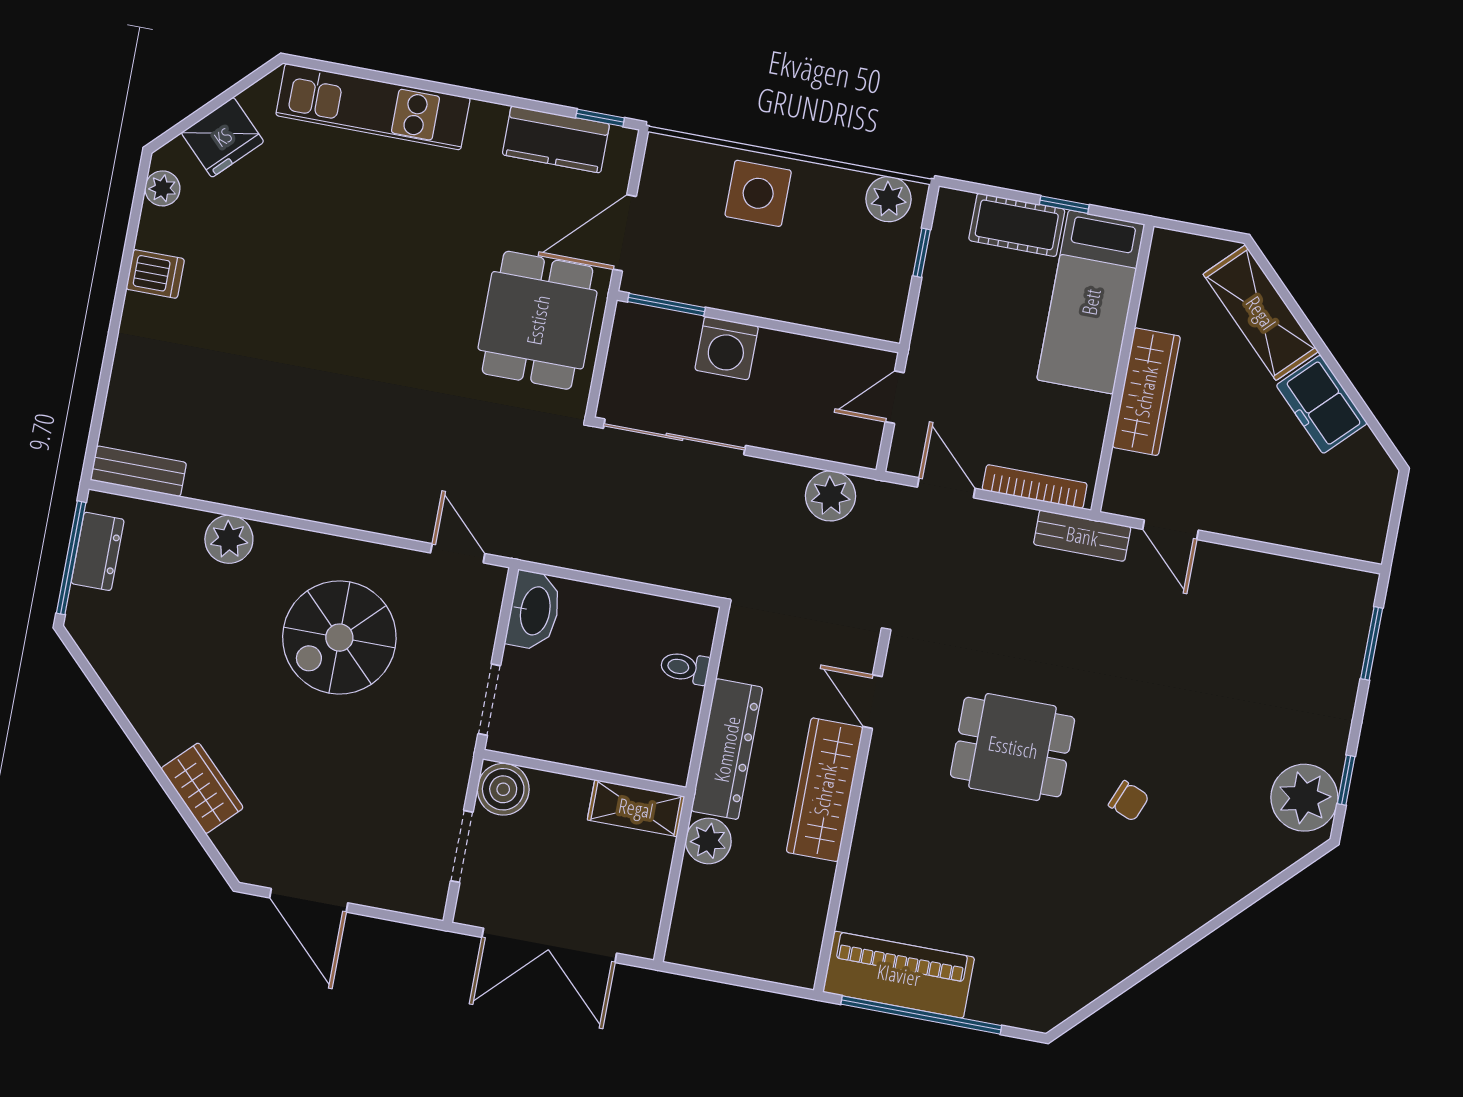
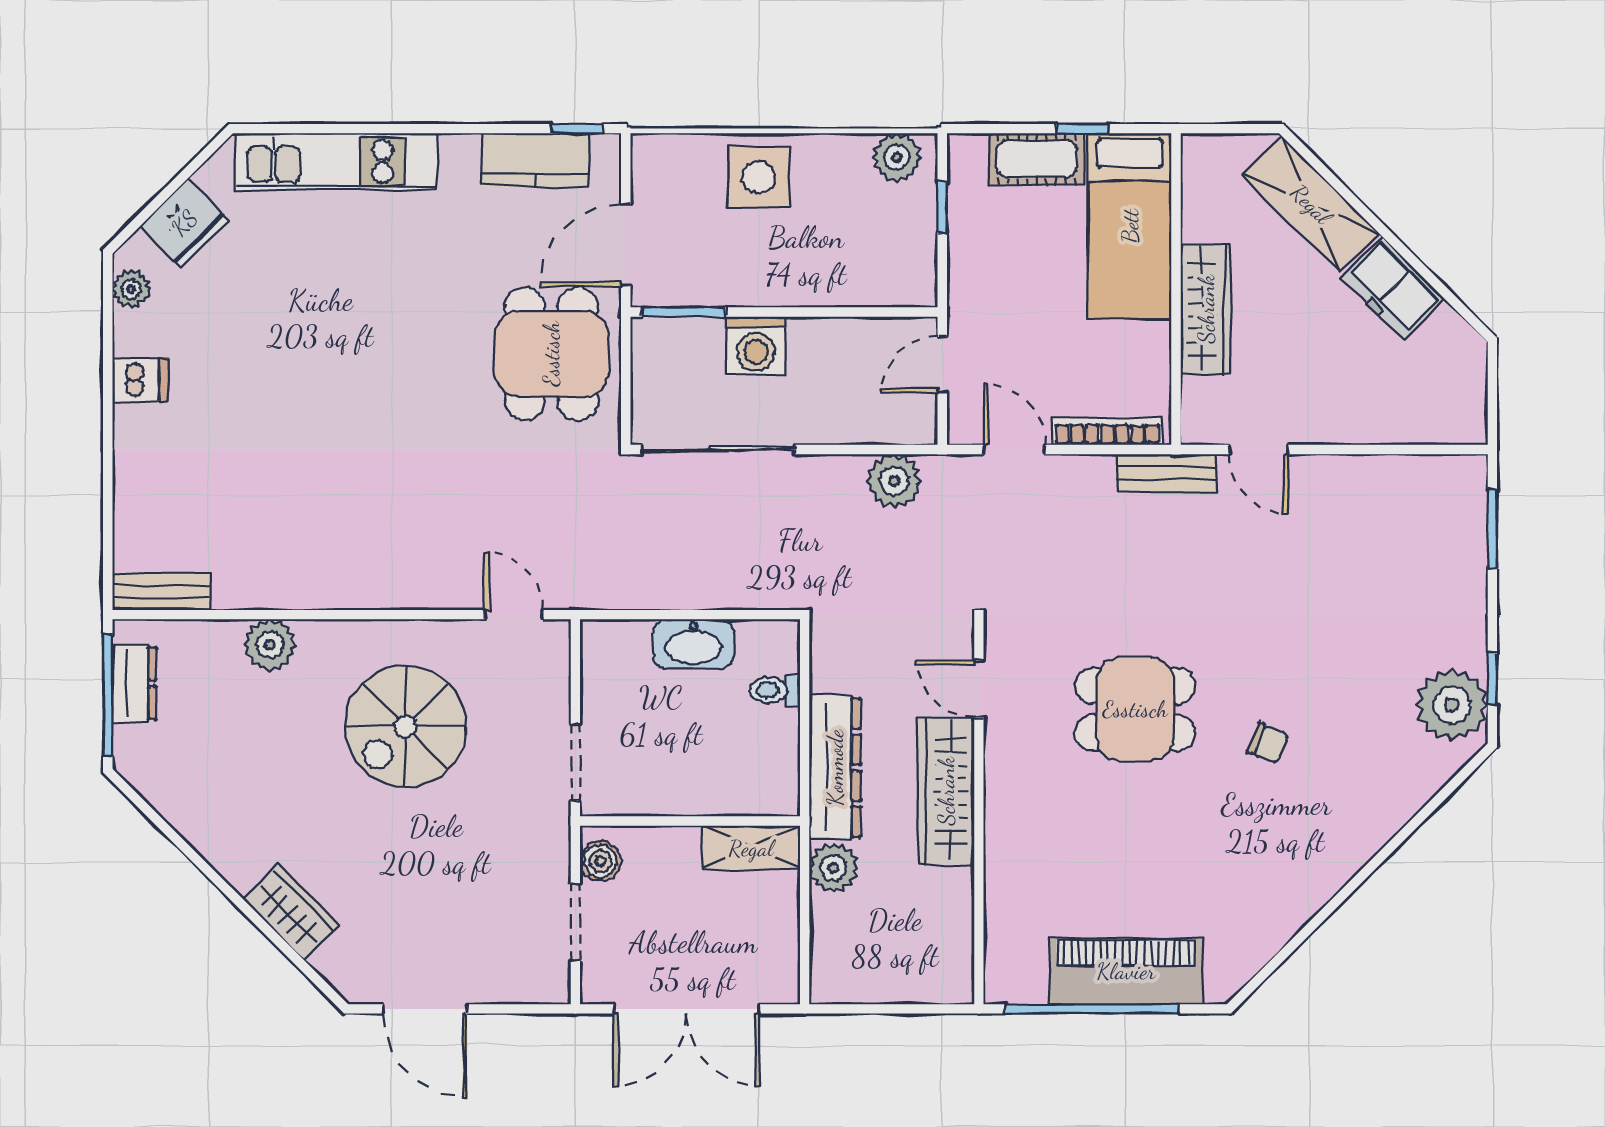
washbasin: (534, 611) -> (693, 644), moved, turned 90
boiler: (503, 789) -> (600, 861), width x0.73, depth x0.73
piano: (899, 975) -> (1126, 971), moved

